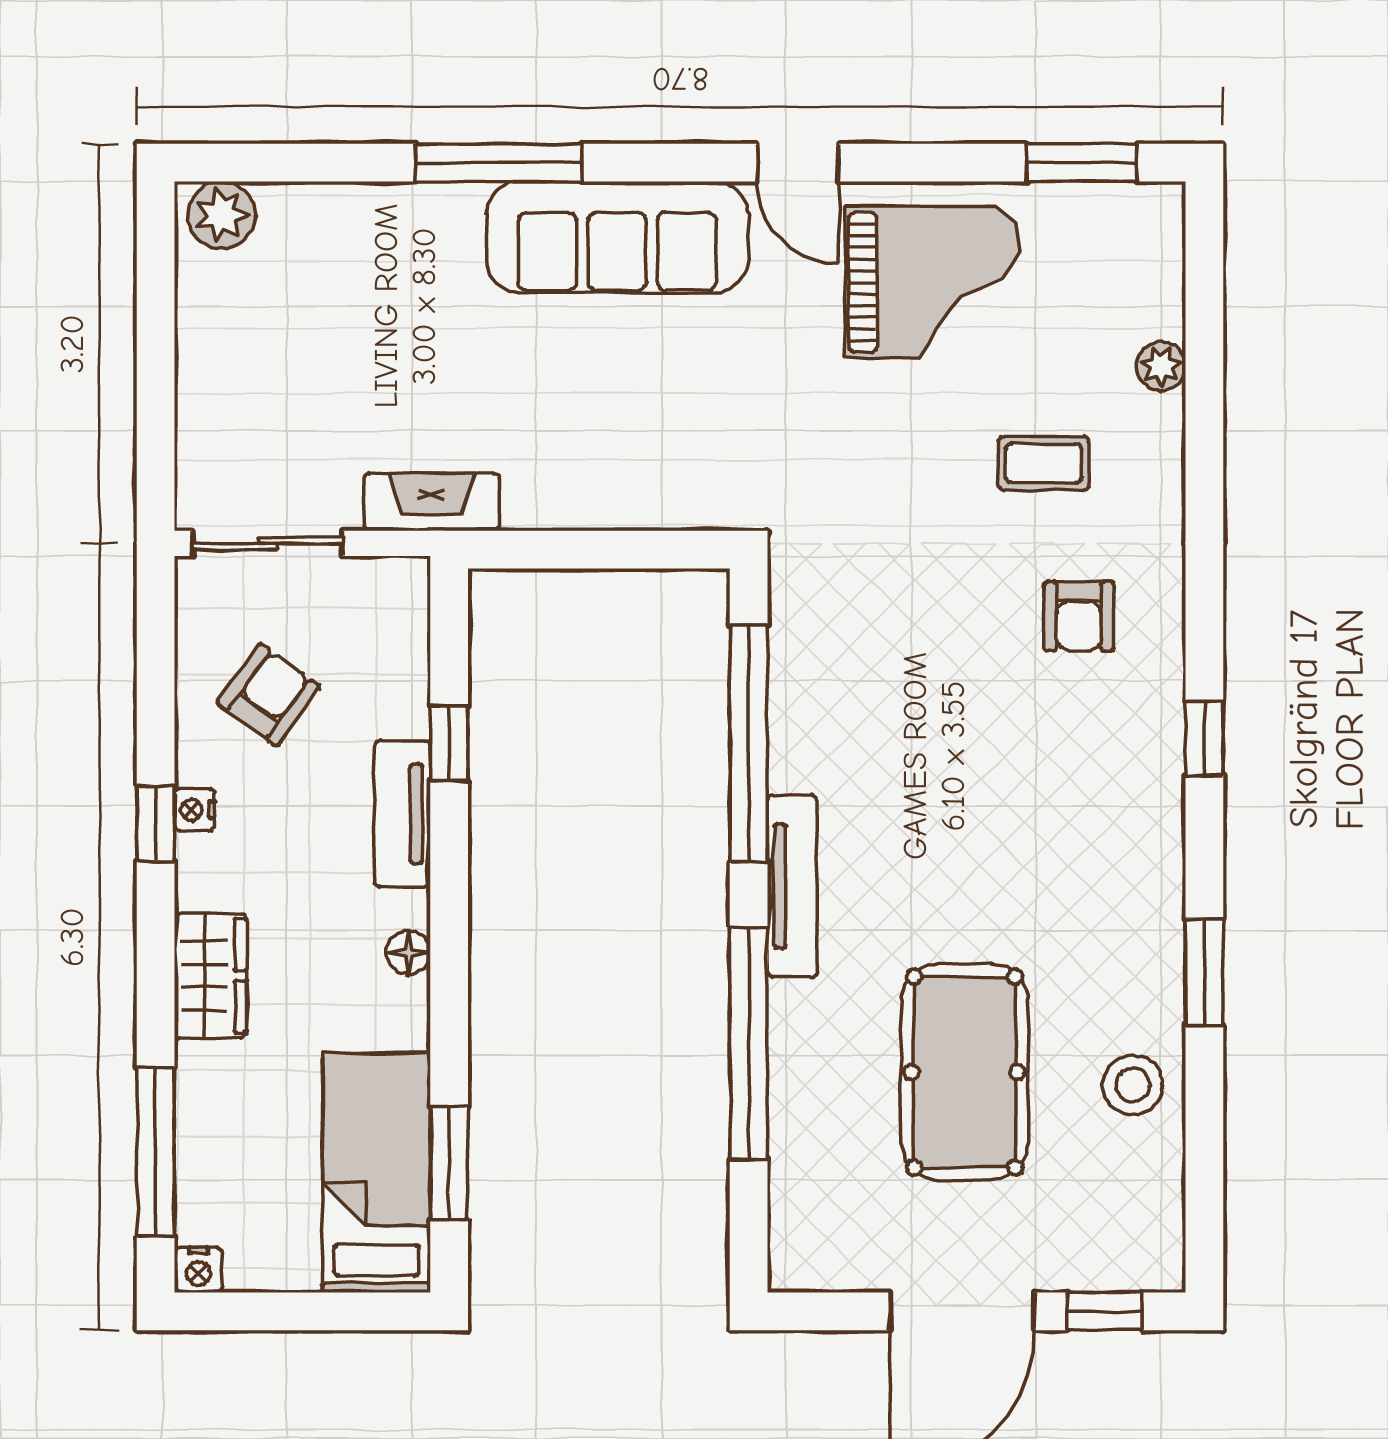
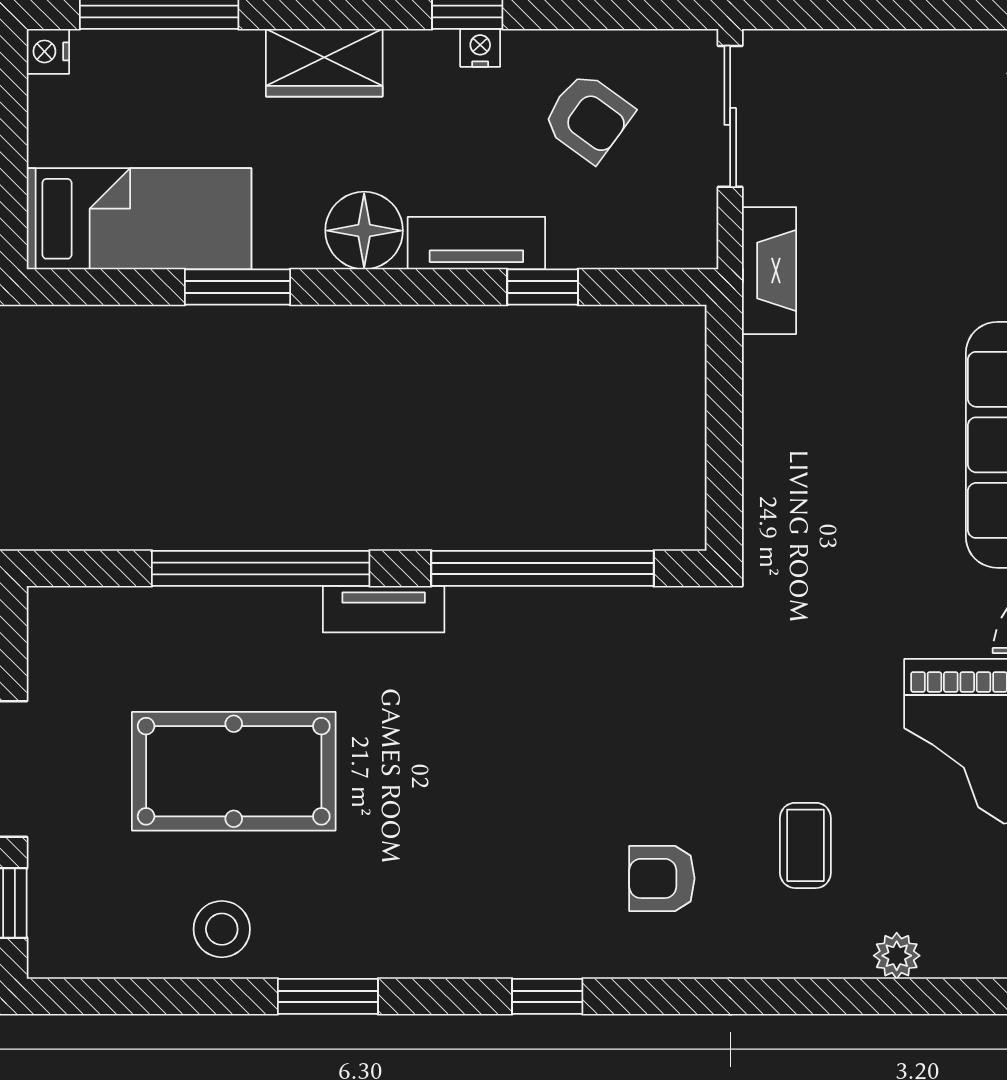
tv unit: (792, 886) -> (384, 609), width x0.71
floor lamp: (408, 953) -> (364, 231), width x1.89, depth x1.89
window: (449, 1163) -> (237, 287), moved

